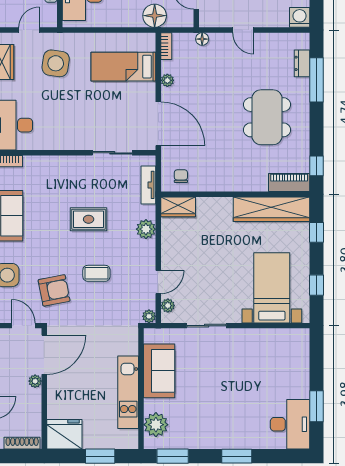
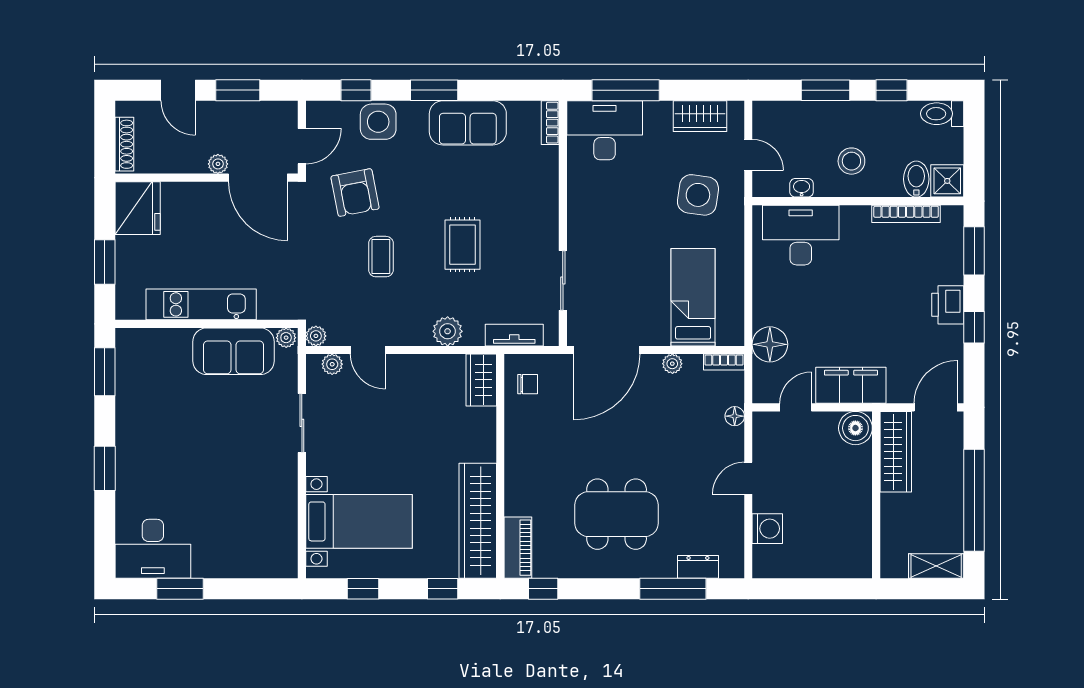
washing machine: (300, 17) -> (767, 529), moved
plant: (156, 425) -> (286, 338), moved, width x0.53, depth x0.53

